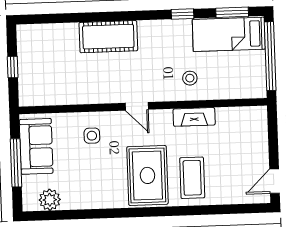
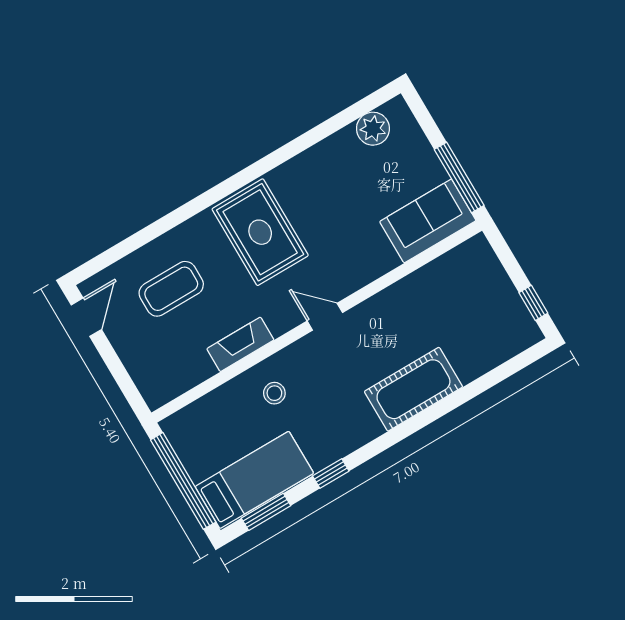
window: (13, 67) -> (533, 303), moved
side table: (92, 136) -> (363, 245), removed
sofa: (36, 146) -> (428, 221), moved, turned 90
window: (16, 163) -> (459, 177), moved
coffee table: (192, 178) -> (171, 289), moved, turned 90

